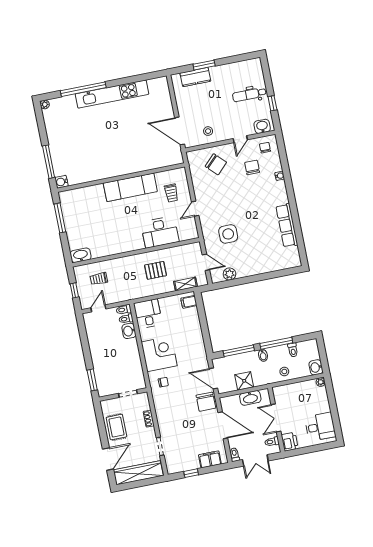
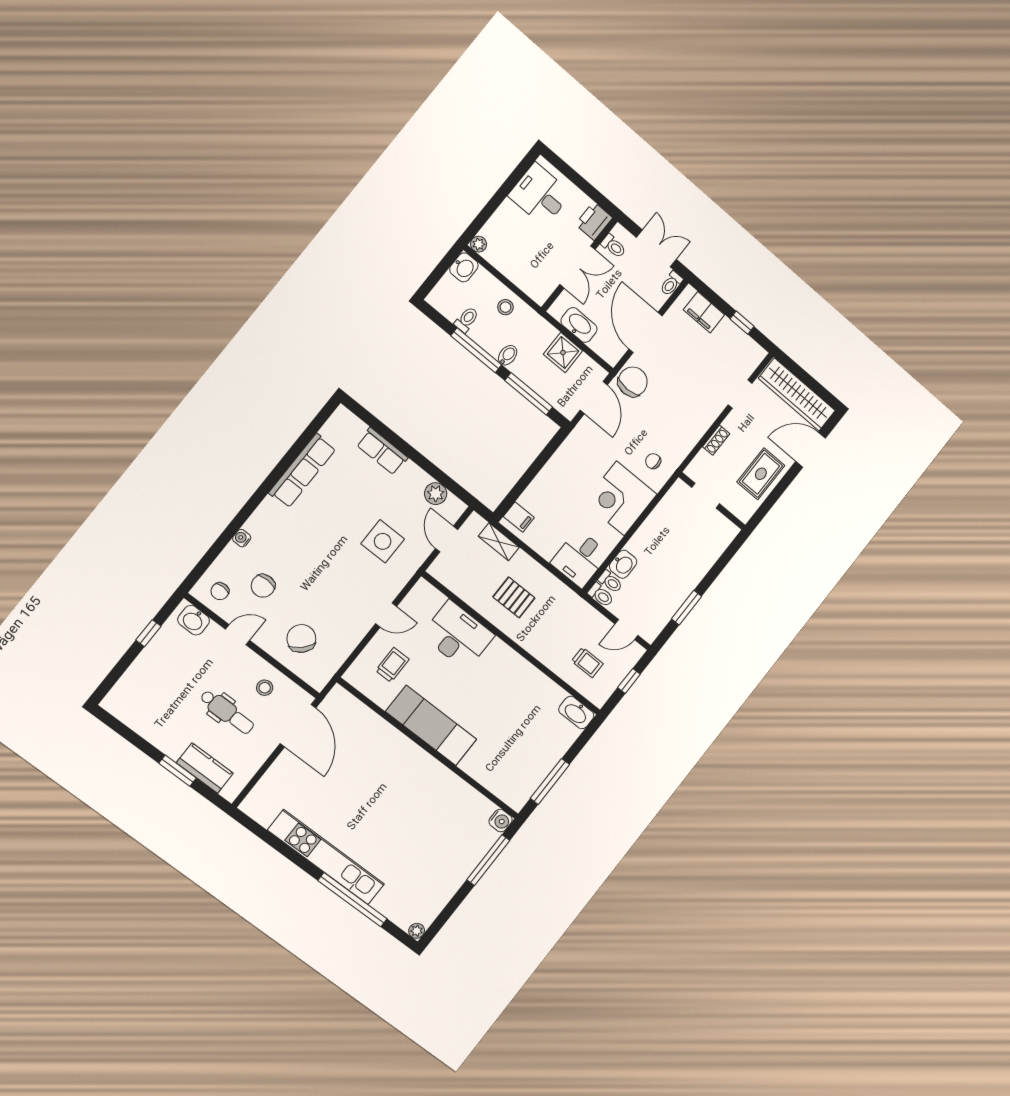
dental chair: (249, 95) -> (227, 712), moved
row of seats: (267, 266) -> (382, 451), added
window: (92, 380) -> (686, 608), moved

